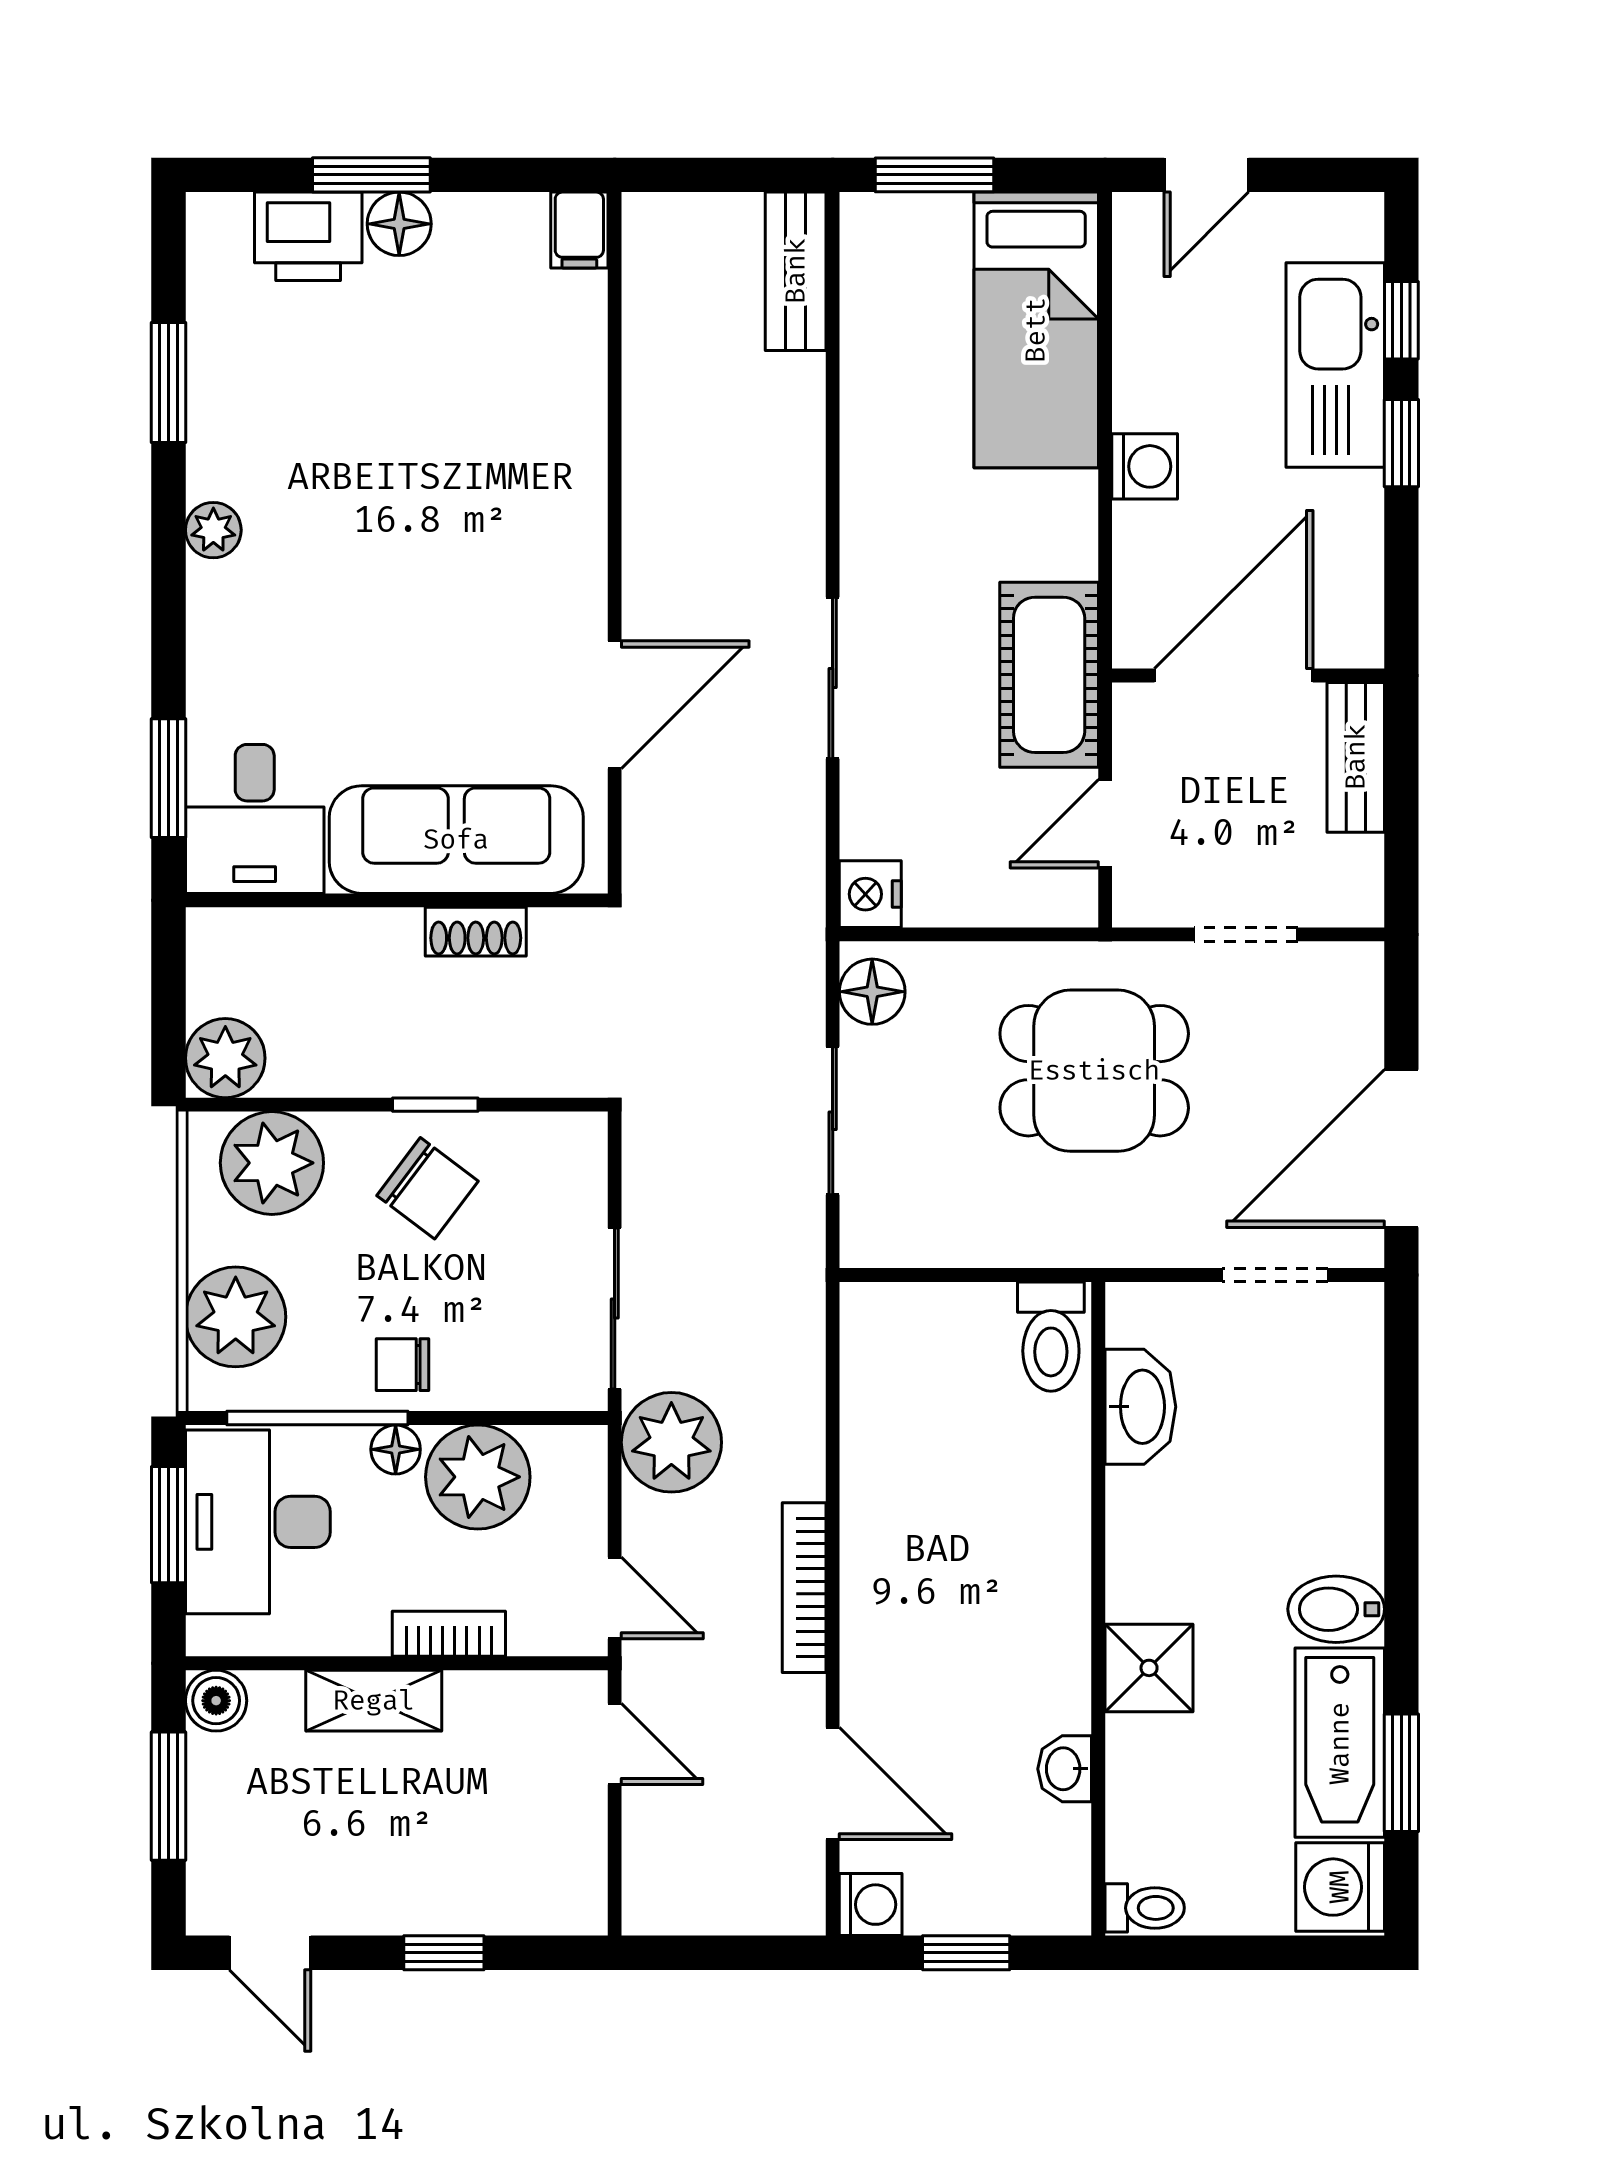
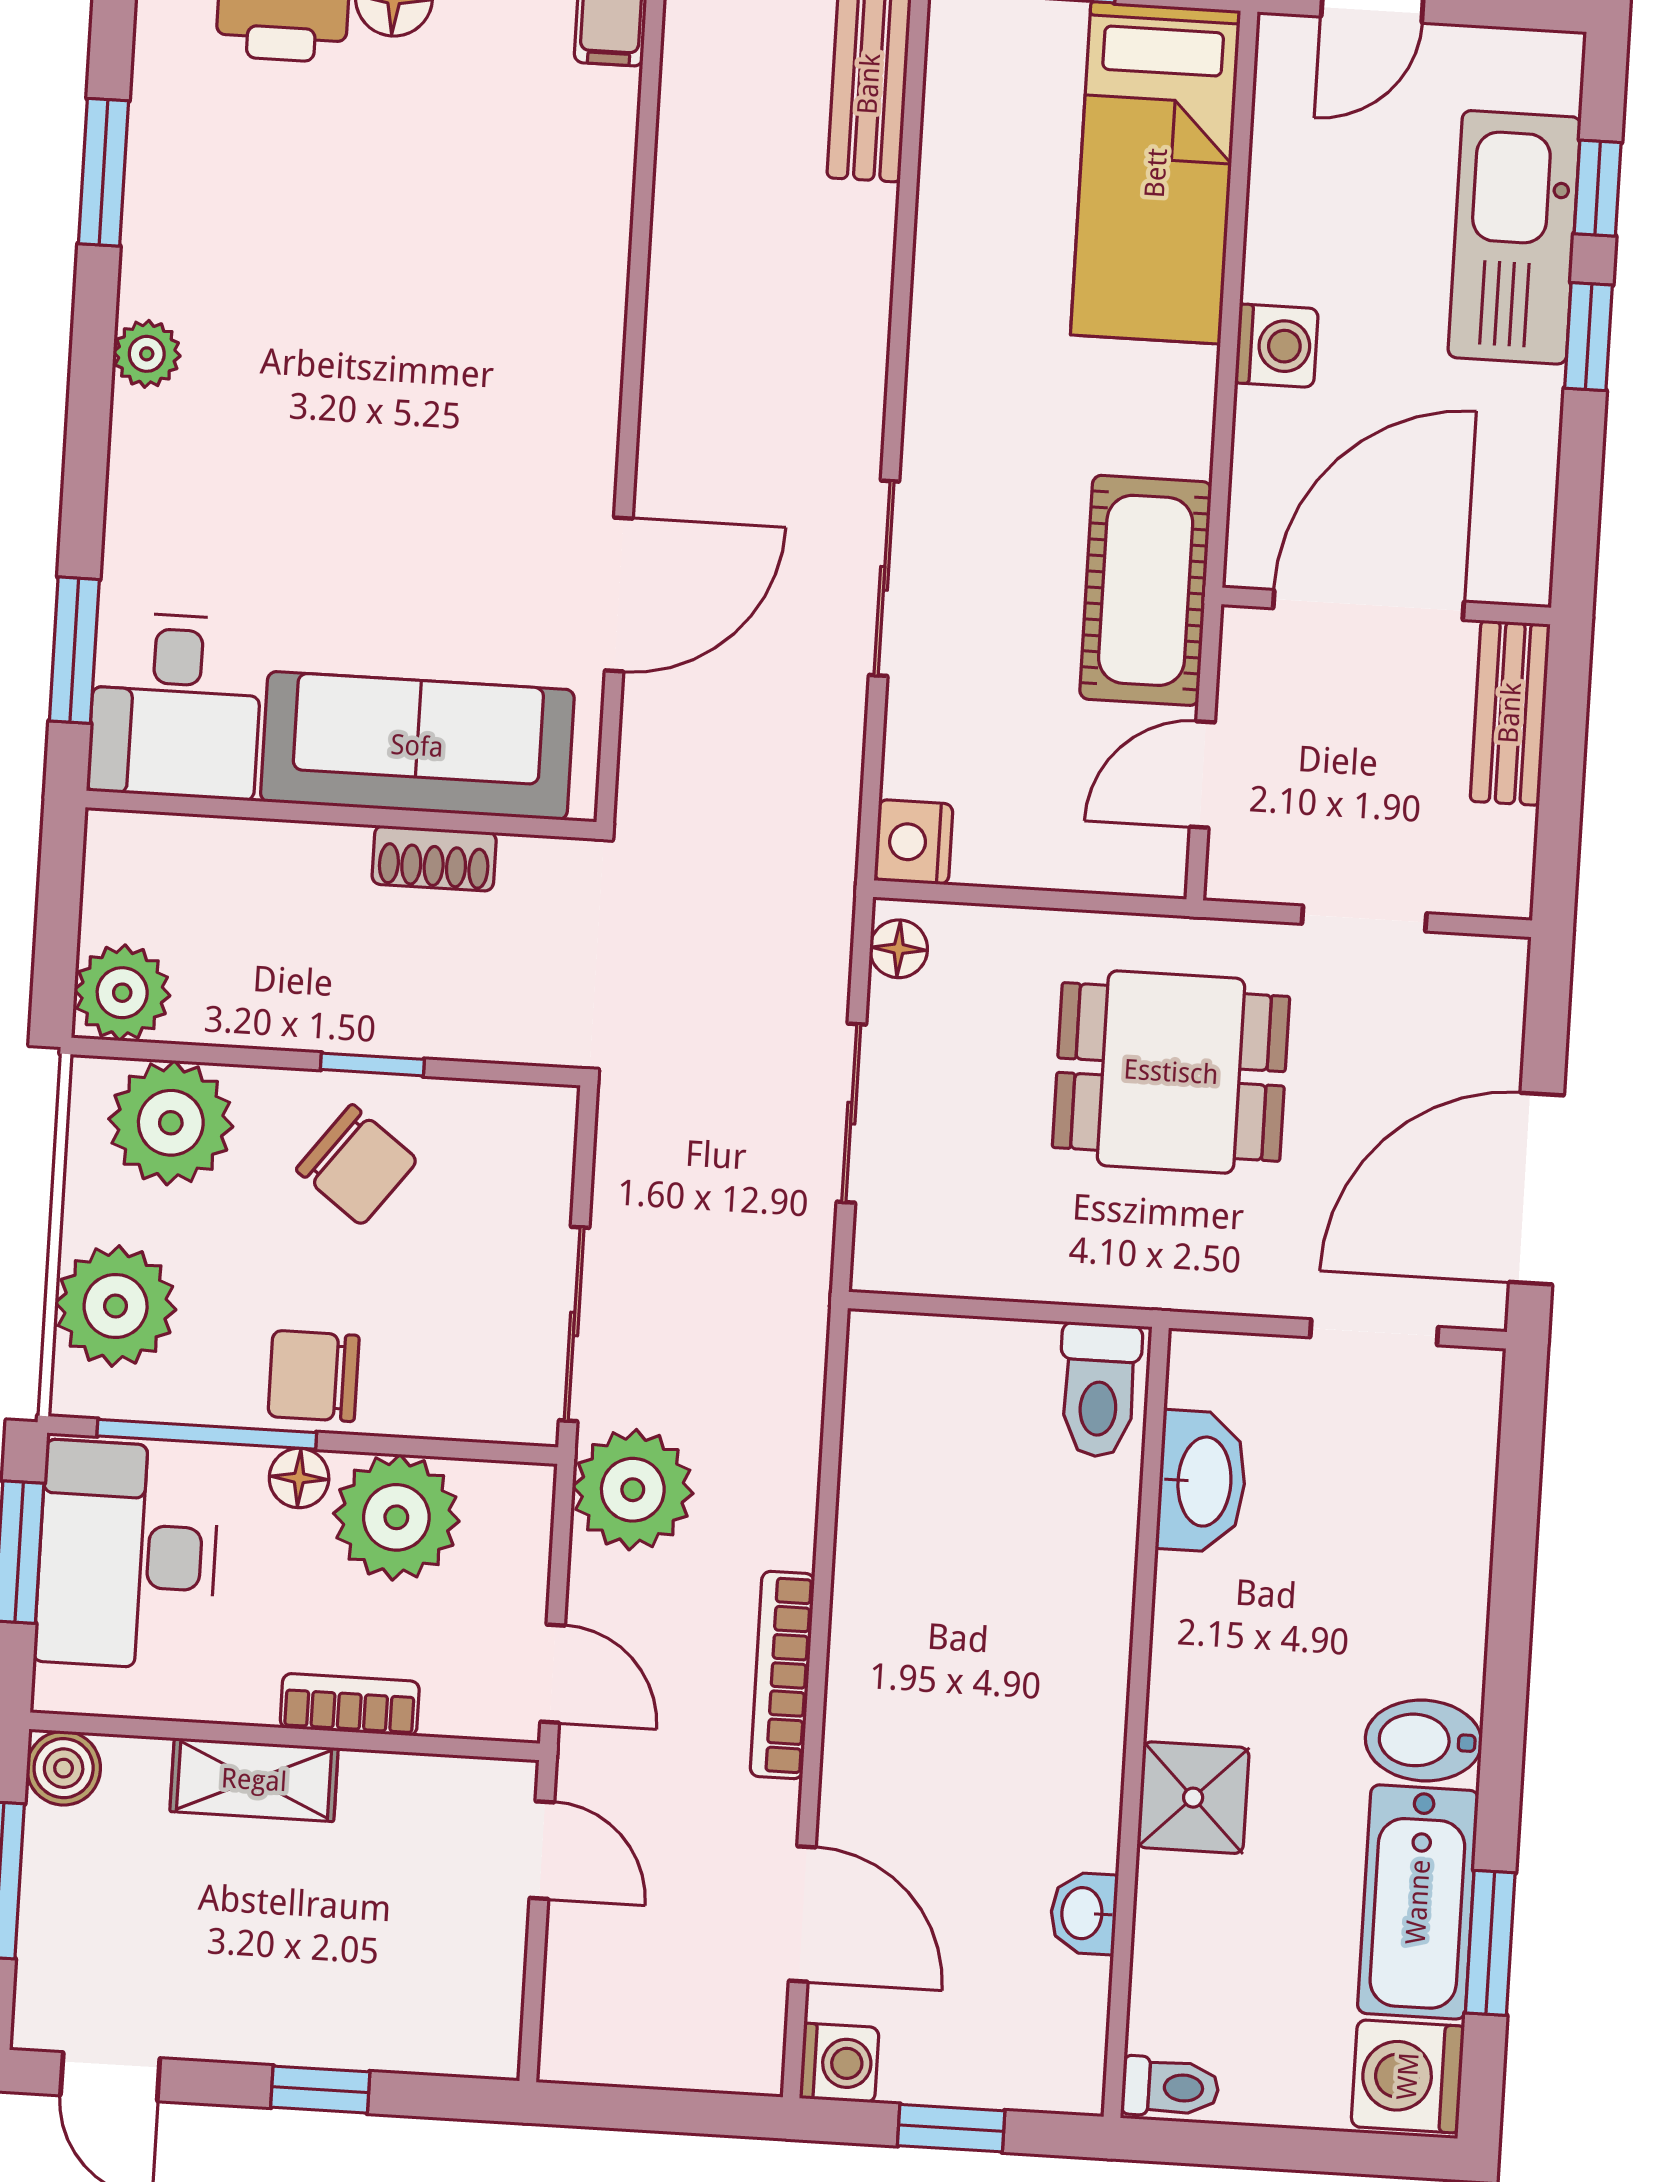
floor lamp: (872, 992) -> (899, 949), width x0.73, depth x0.73
chair: (402, 1365) -> (314, 1376), width x1.37, depth x1.37

